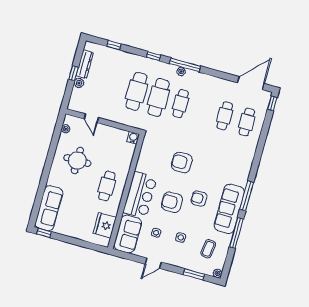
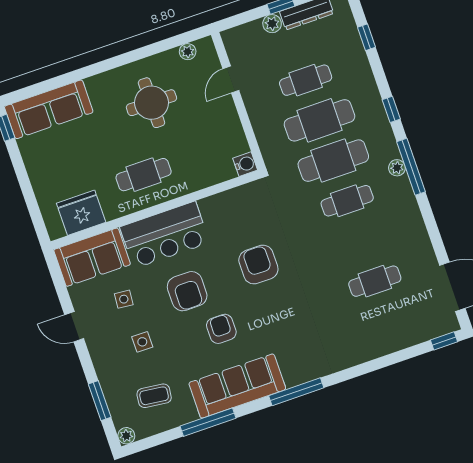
cafe table: (247, 122) -> (306, 80), moved
window: (247, 196) -> (296, 392), moved
armchair: (172, 202) -> (187, 291), turned 180

